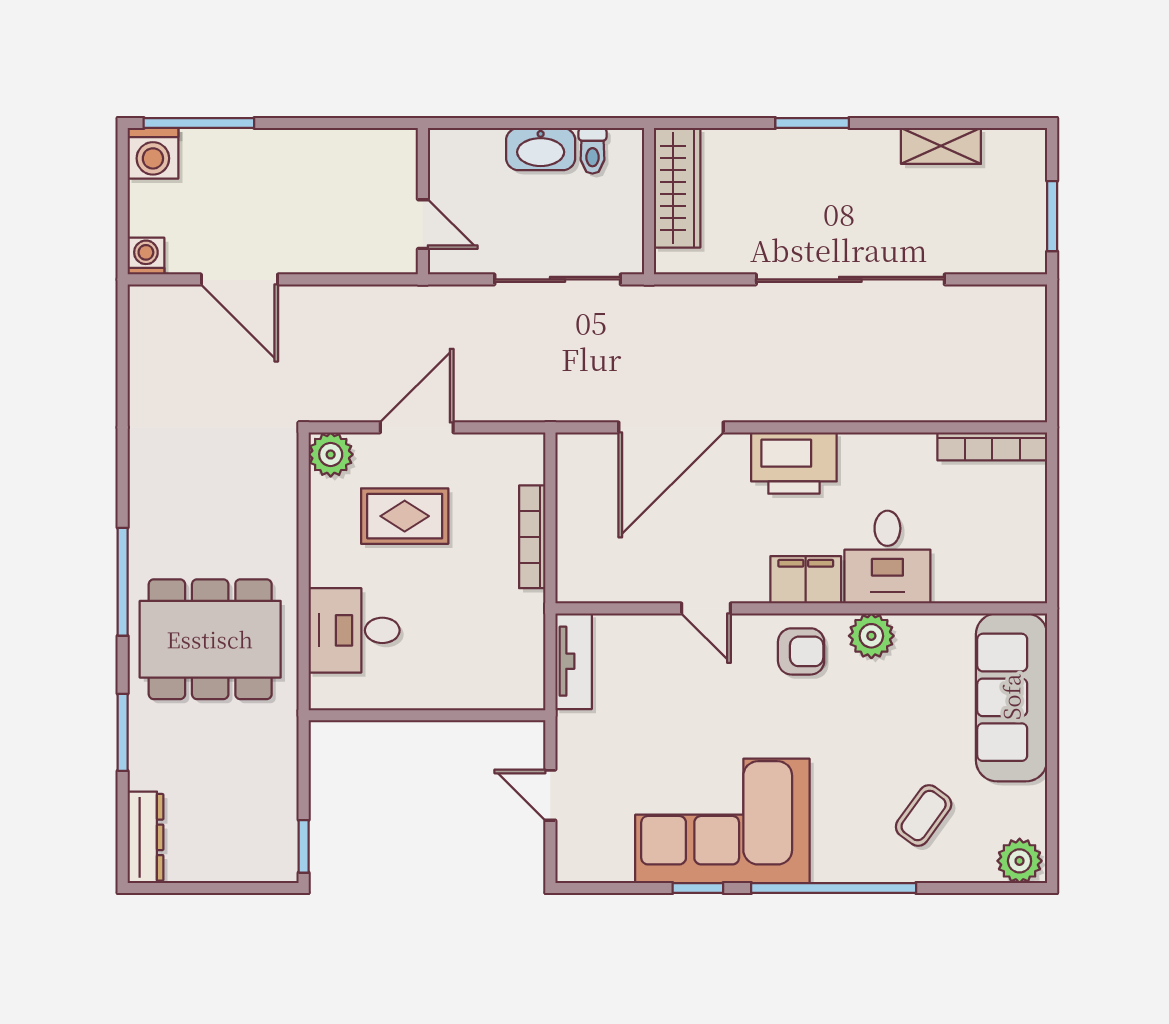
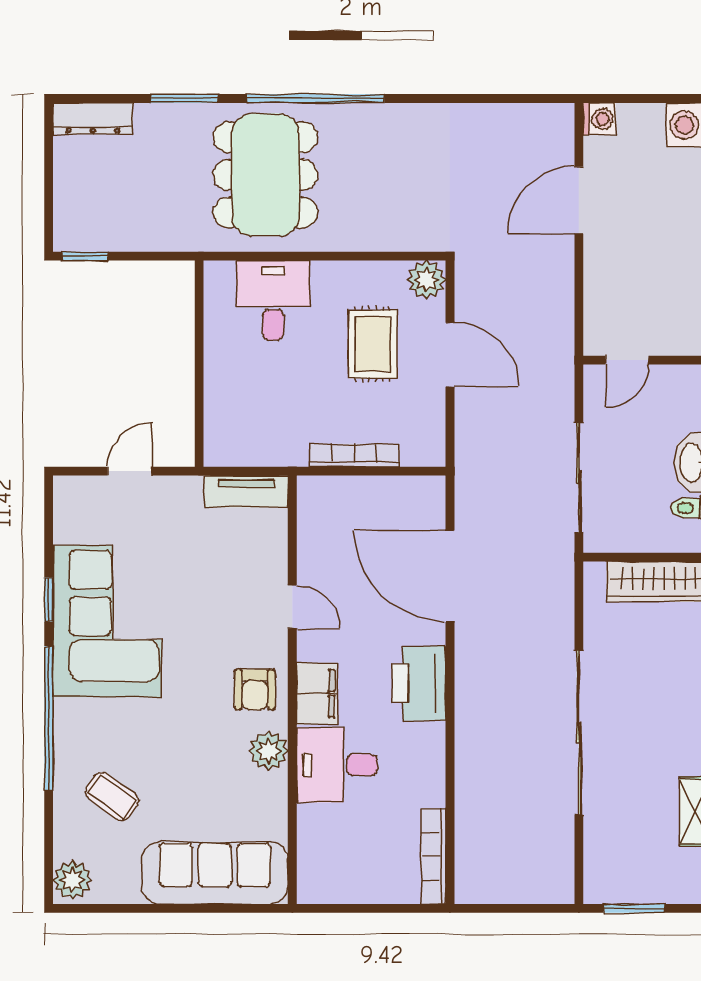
window: (123, 582) -> (315, 99), width x1.46
door: (706, 608) -> (292, 607), swing flipped

